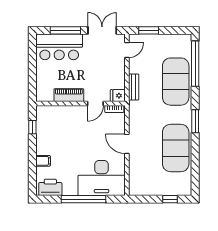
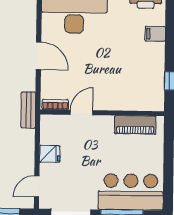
bench: (134, 87) -> (28, 110), moved
piano: (69, 95) -> (135, 125), moved
fridge: (118, 96) -> (50, 154), moved

